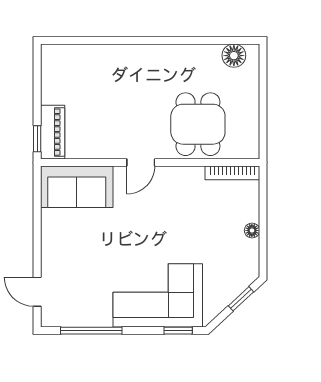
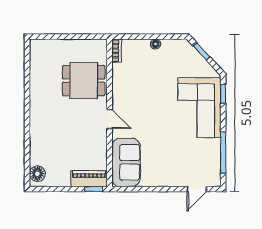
floor lamp: (234, 56) -> (37, 174), moved
bookcase: (232, 173) -> (117, 51), width x0.64

